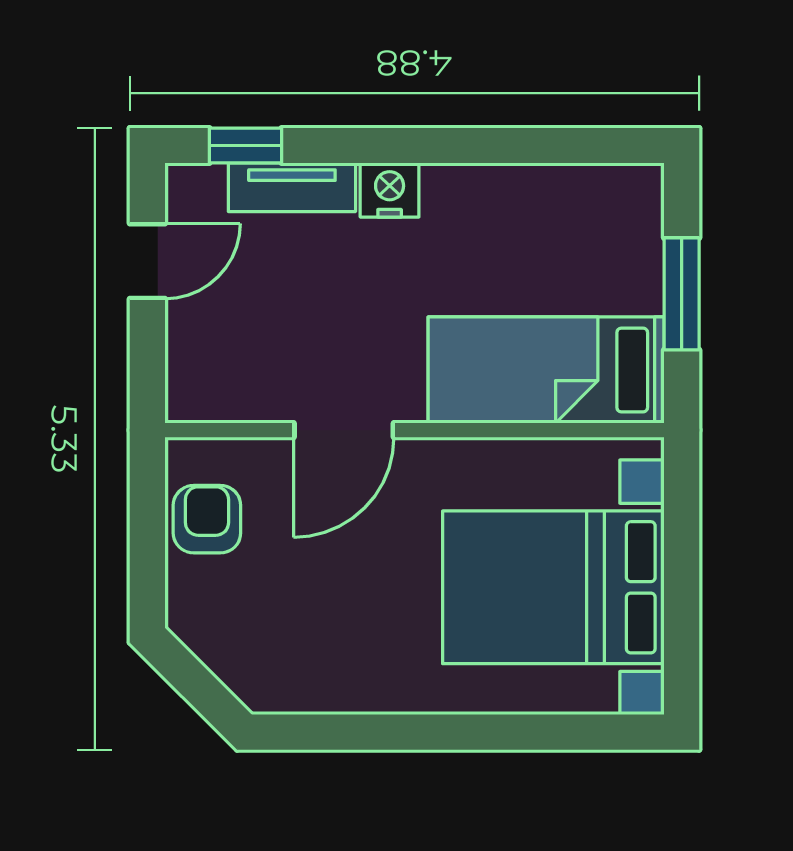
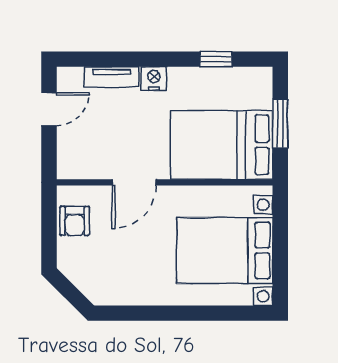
window: (245, 146) -> (216, 59), moved
bed: (546, 370) -> (222, 145), width x1.50
armchair: (207, 519) -> (75, 221), turned 180

